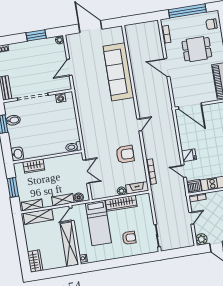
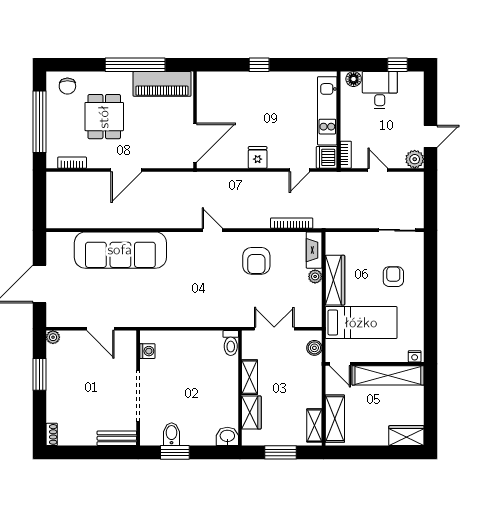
armchair: (125, 154) -> (256, 261), turned 180
fridge: (189, 155) -> (258, 157), moved
shelving: (63, 200) -> (250, 377), moved

